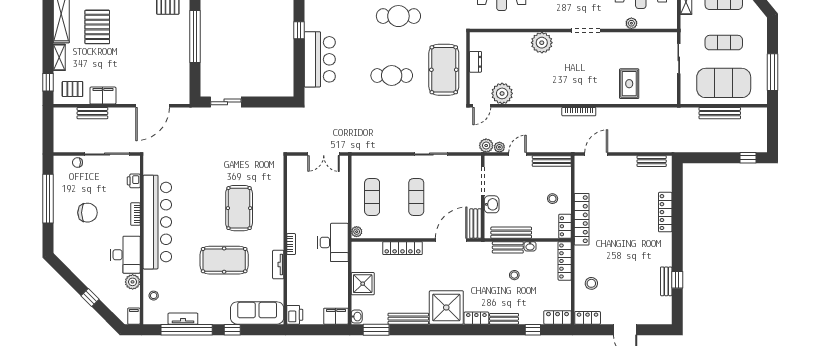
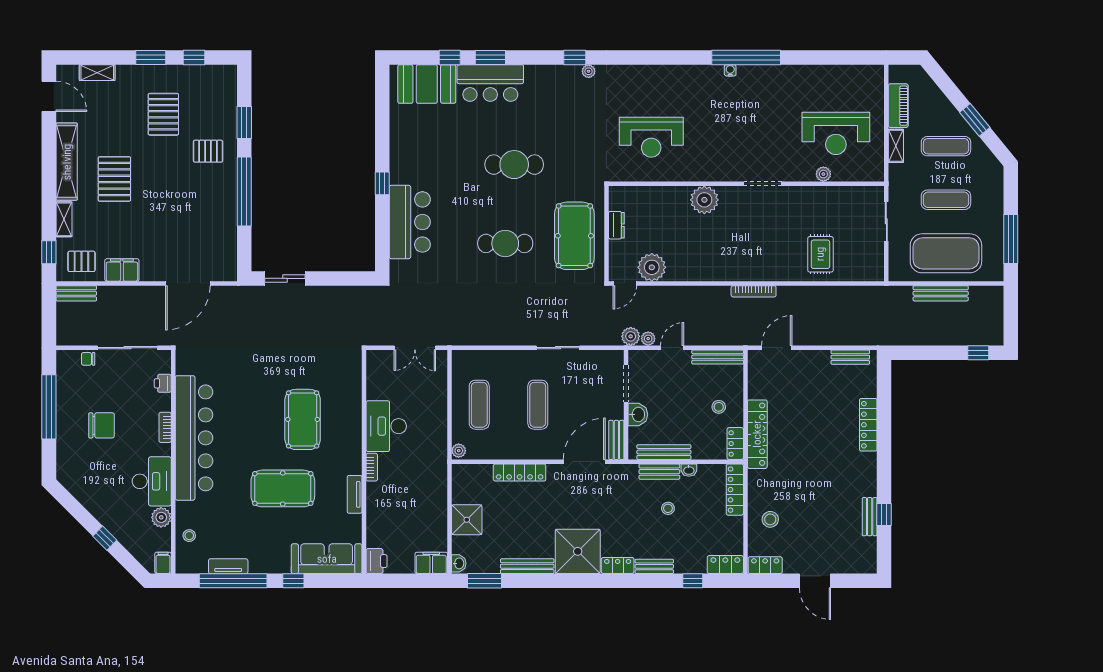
bench: (92, 113) -> (76, 293), moved
desk: (333, 242) -> (386, 426), moved, turned 180

